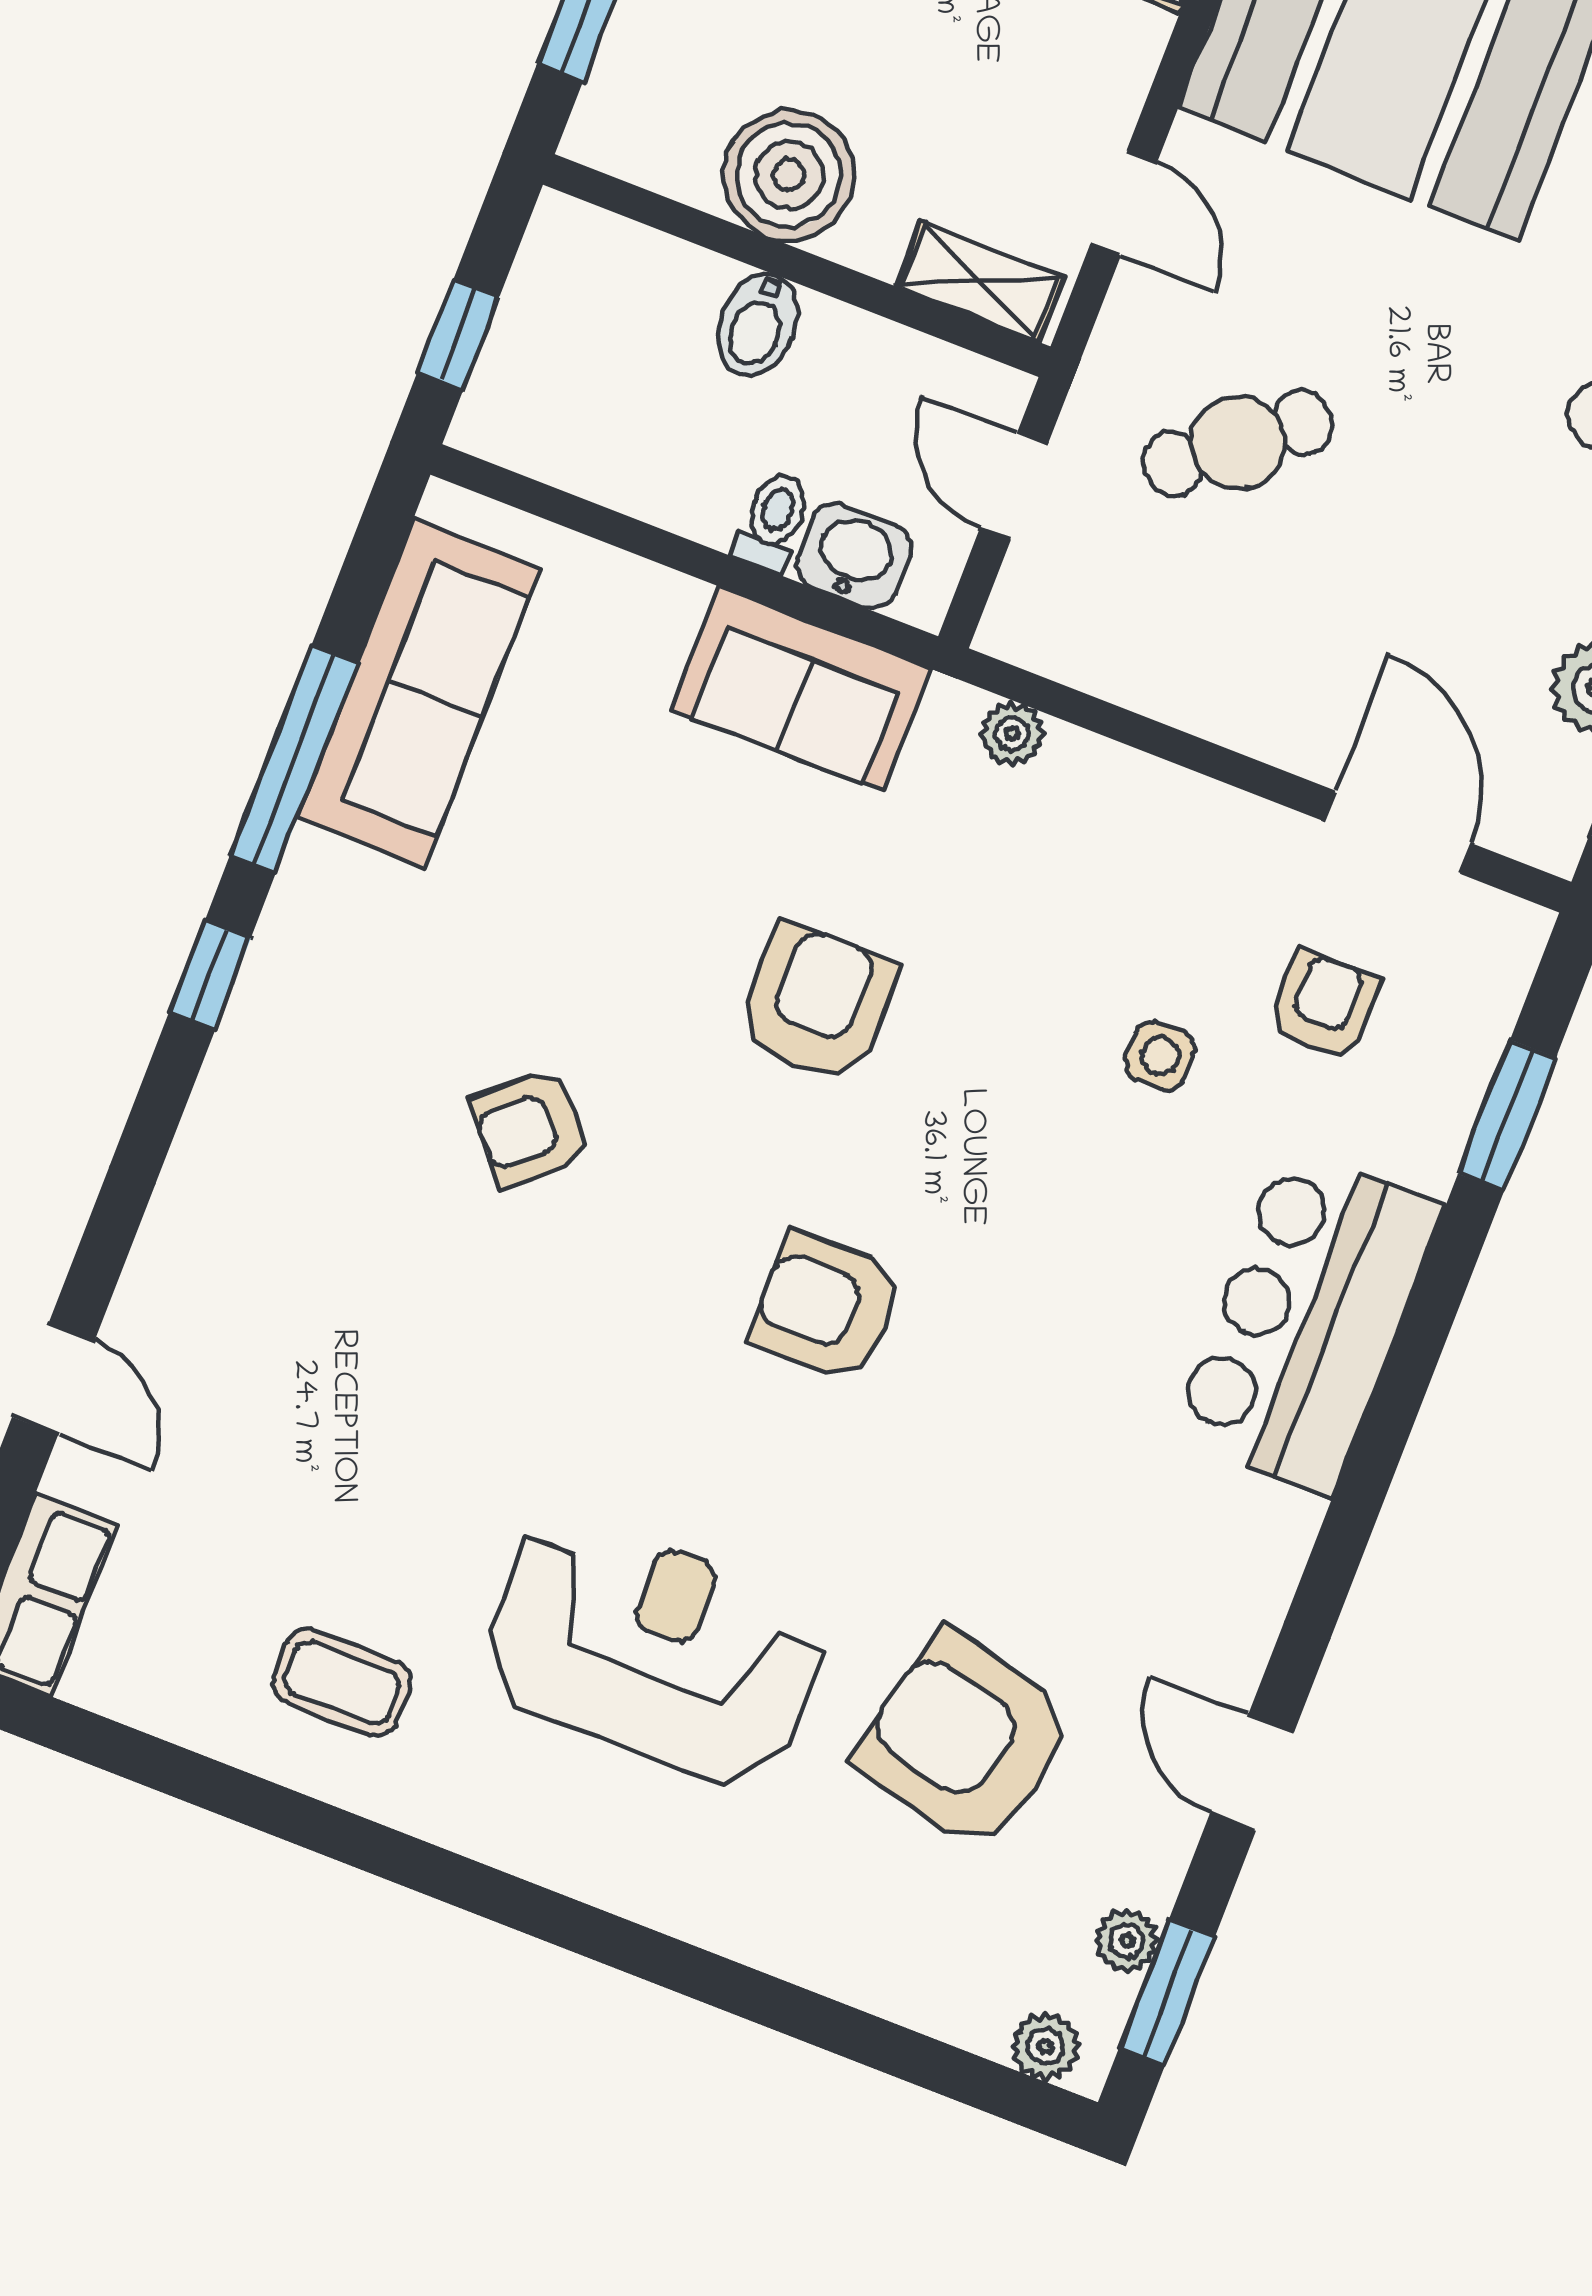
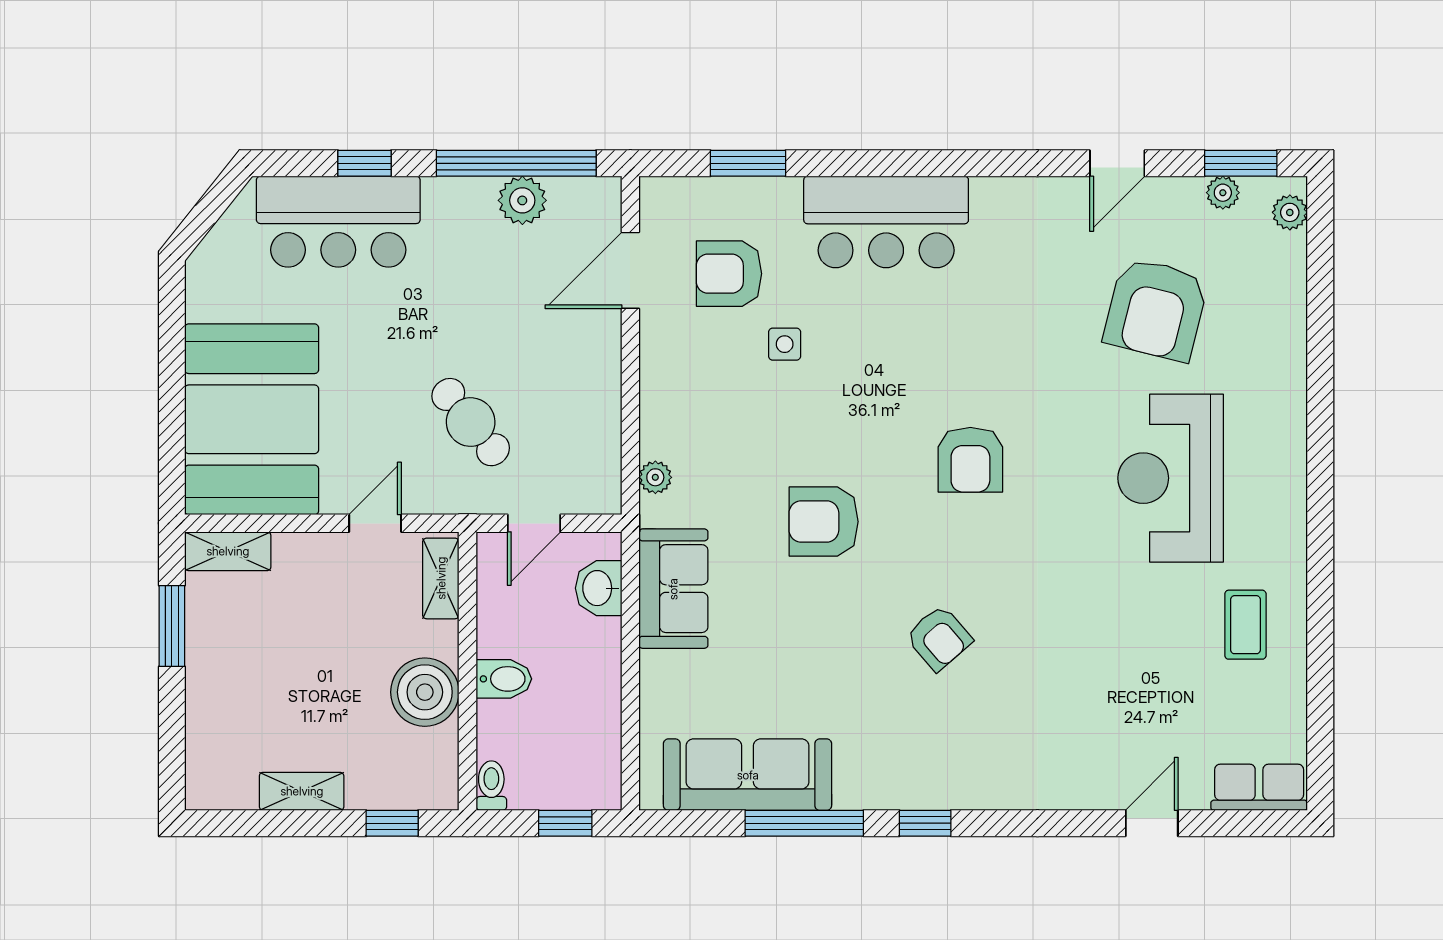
toilet: (773, 522) -> (491, 786), moved, turned 90
armchair: (1324, 1005) -> (729, 274), width x1.38, depth x1.38

